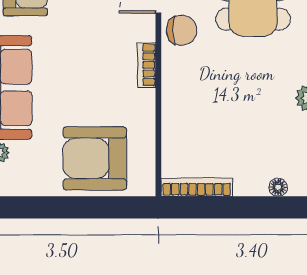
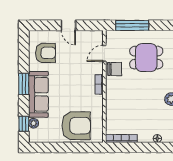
armchair: (95, 158) -> (76, 126), turned 180

